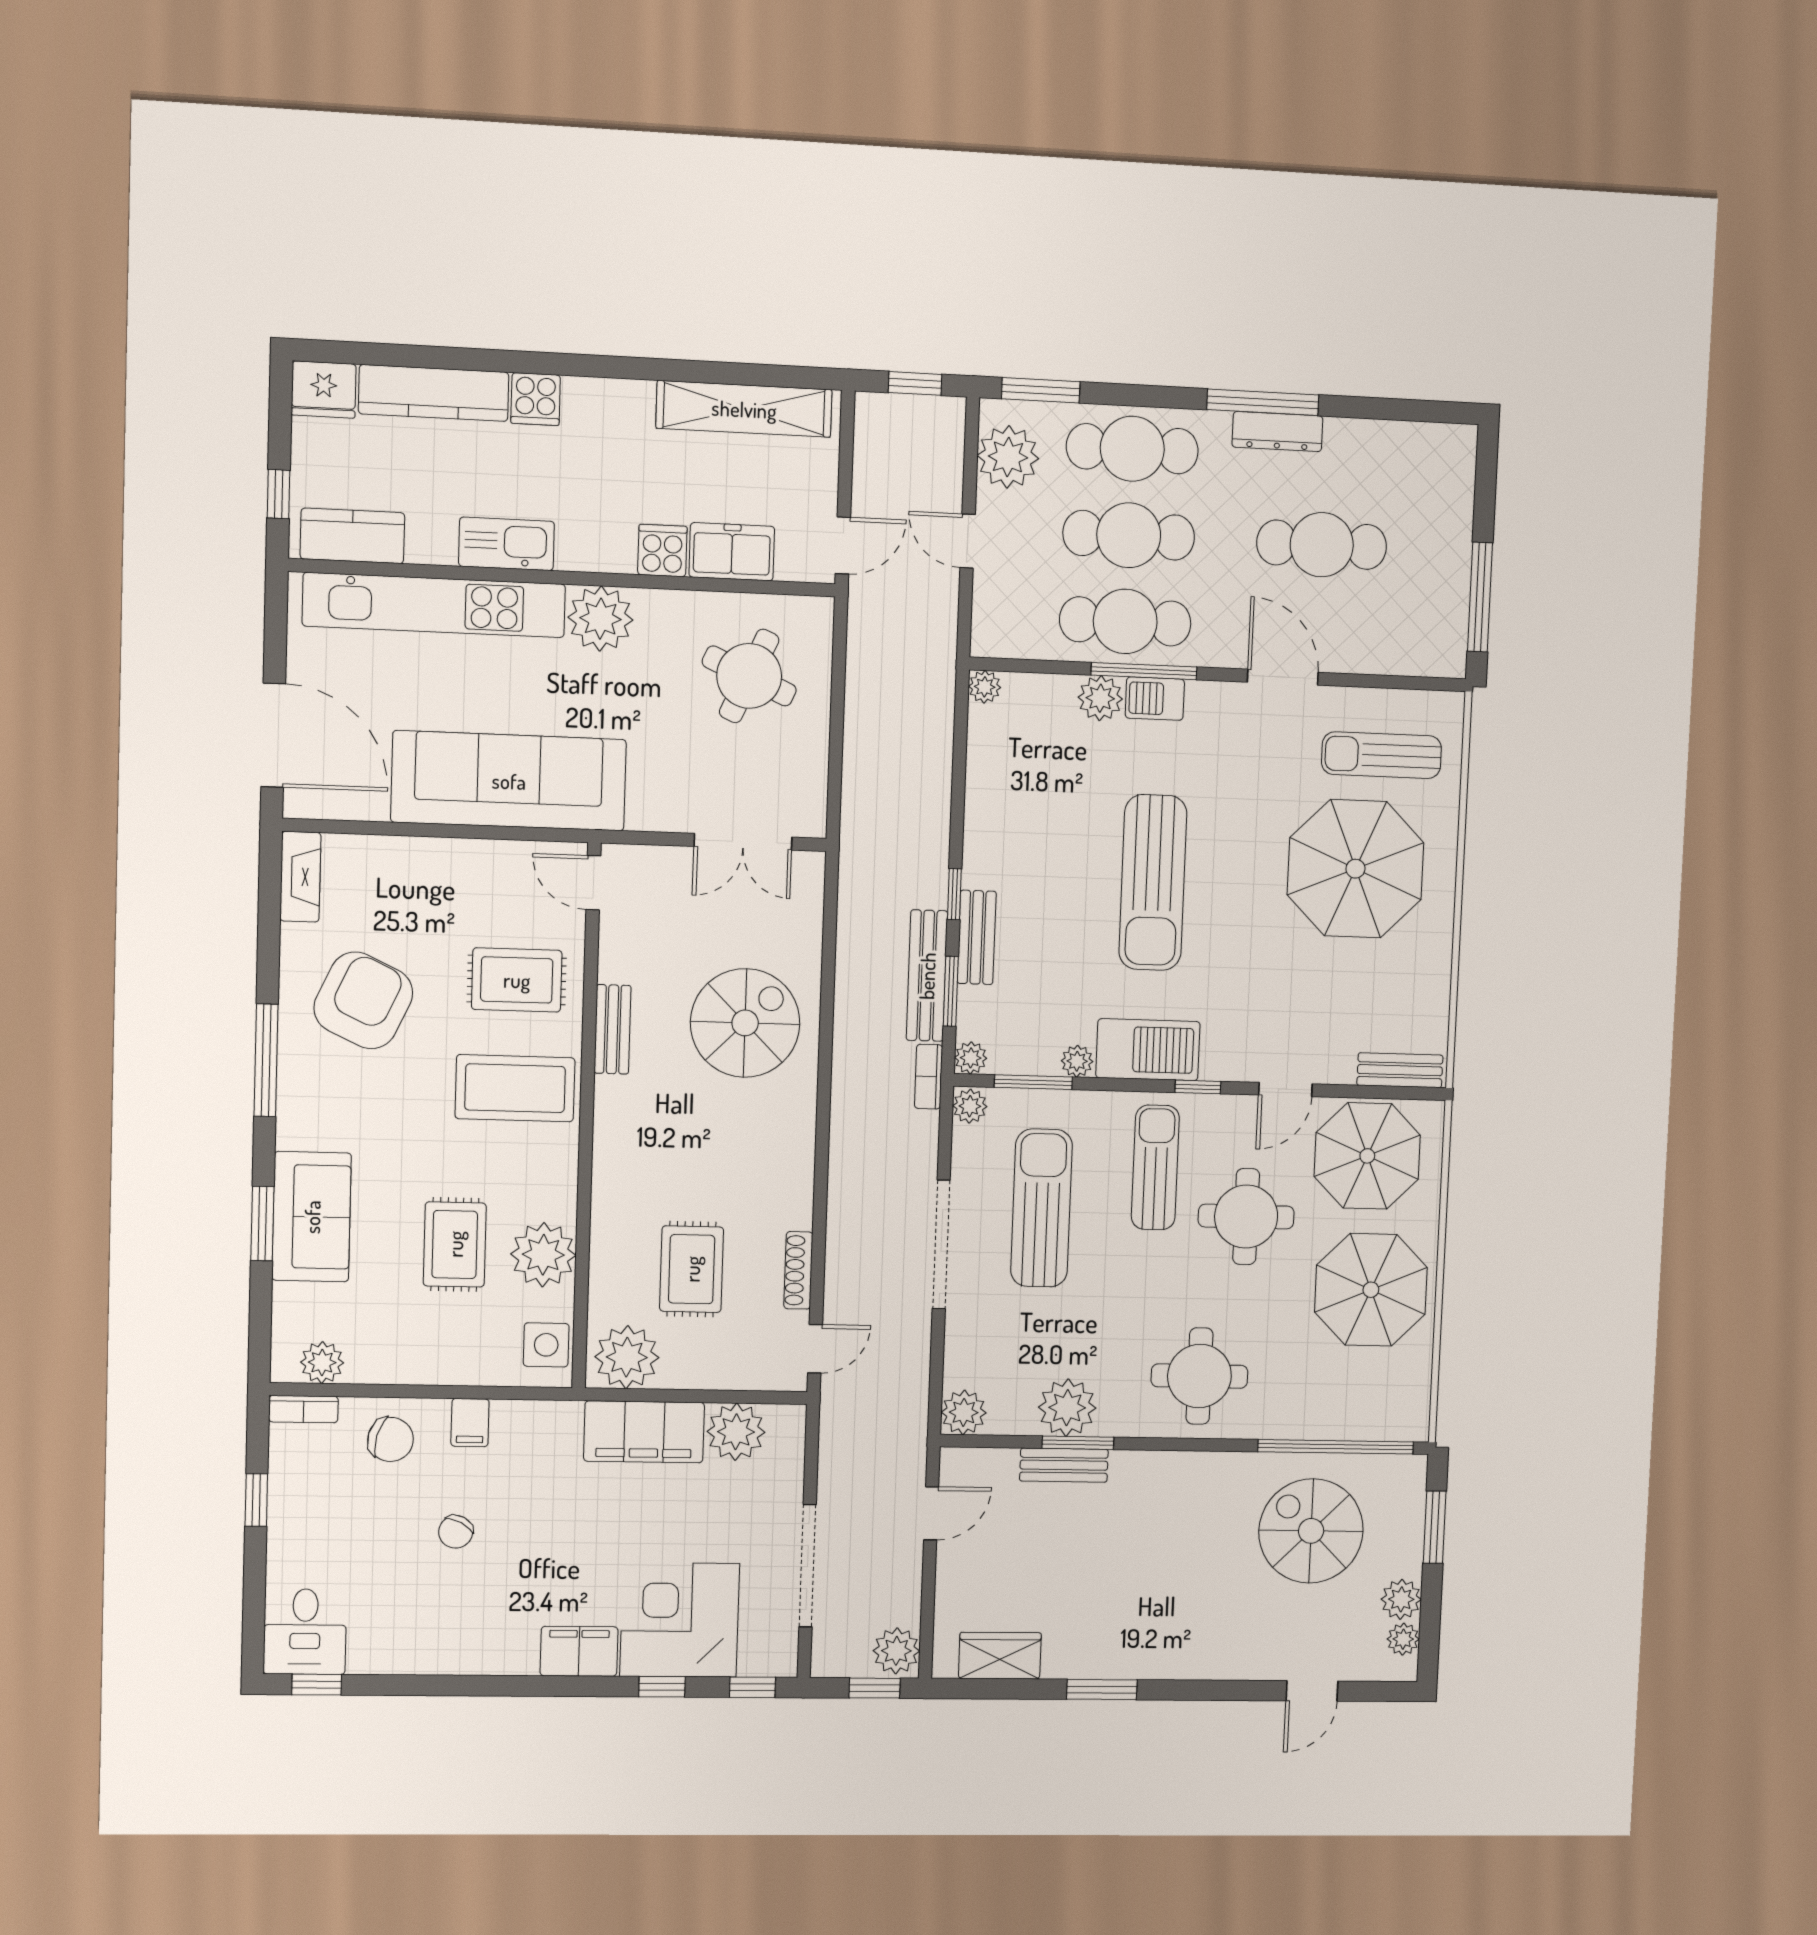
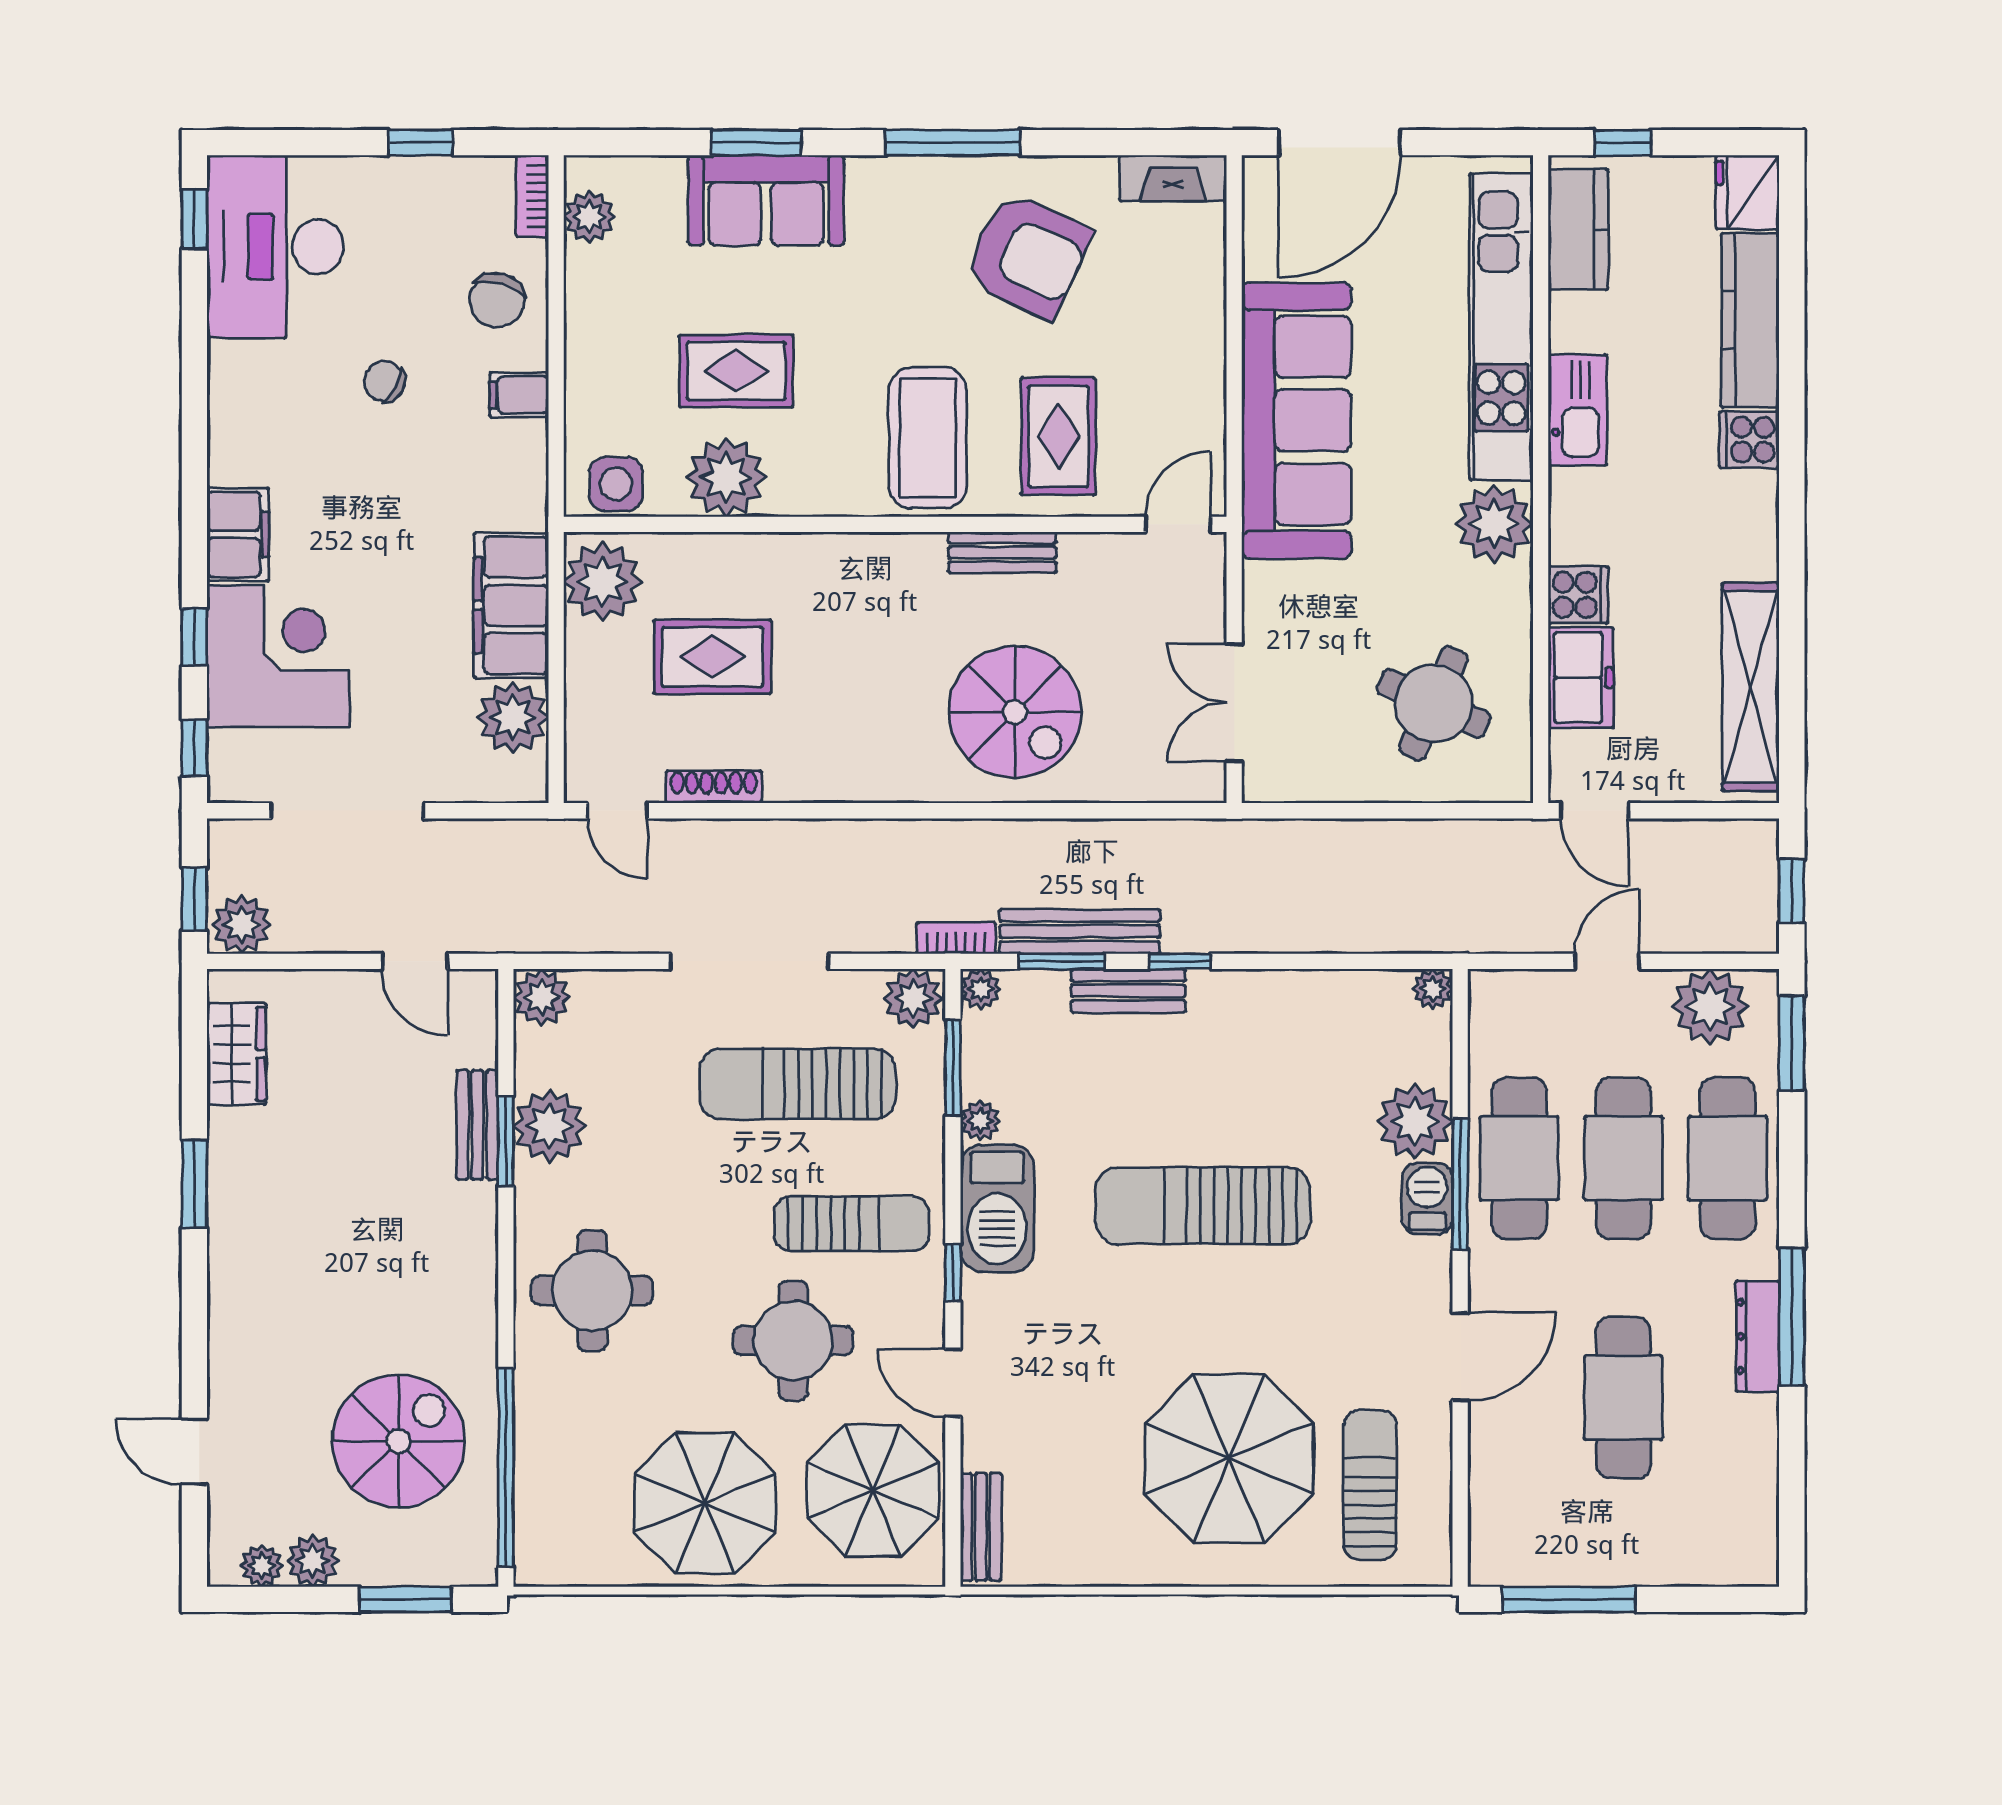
plant: (1100, 698) -> (1415, 1121), width x1.36, depth x1.36
plant: (970, 1106) -> (913, 998), width x1.38, depth x1.38
sun lounger: (1041, 1208) -> (798, 1084), turned 180
desk: (305, 1632) -> (275, 247), width x1.87, depth x1.30

